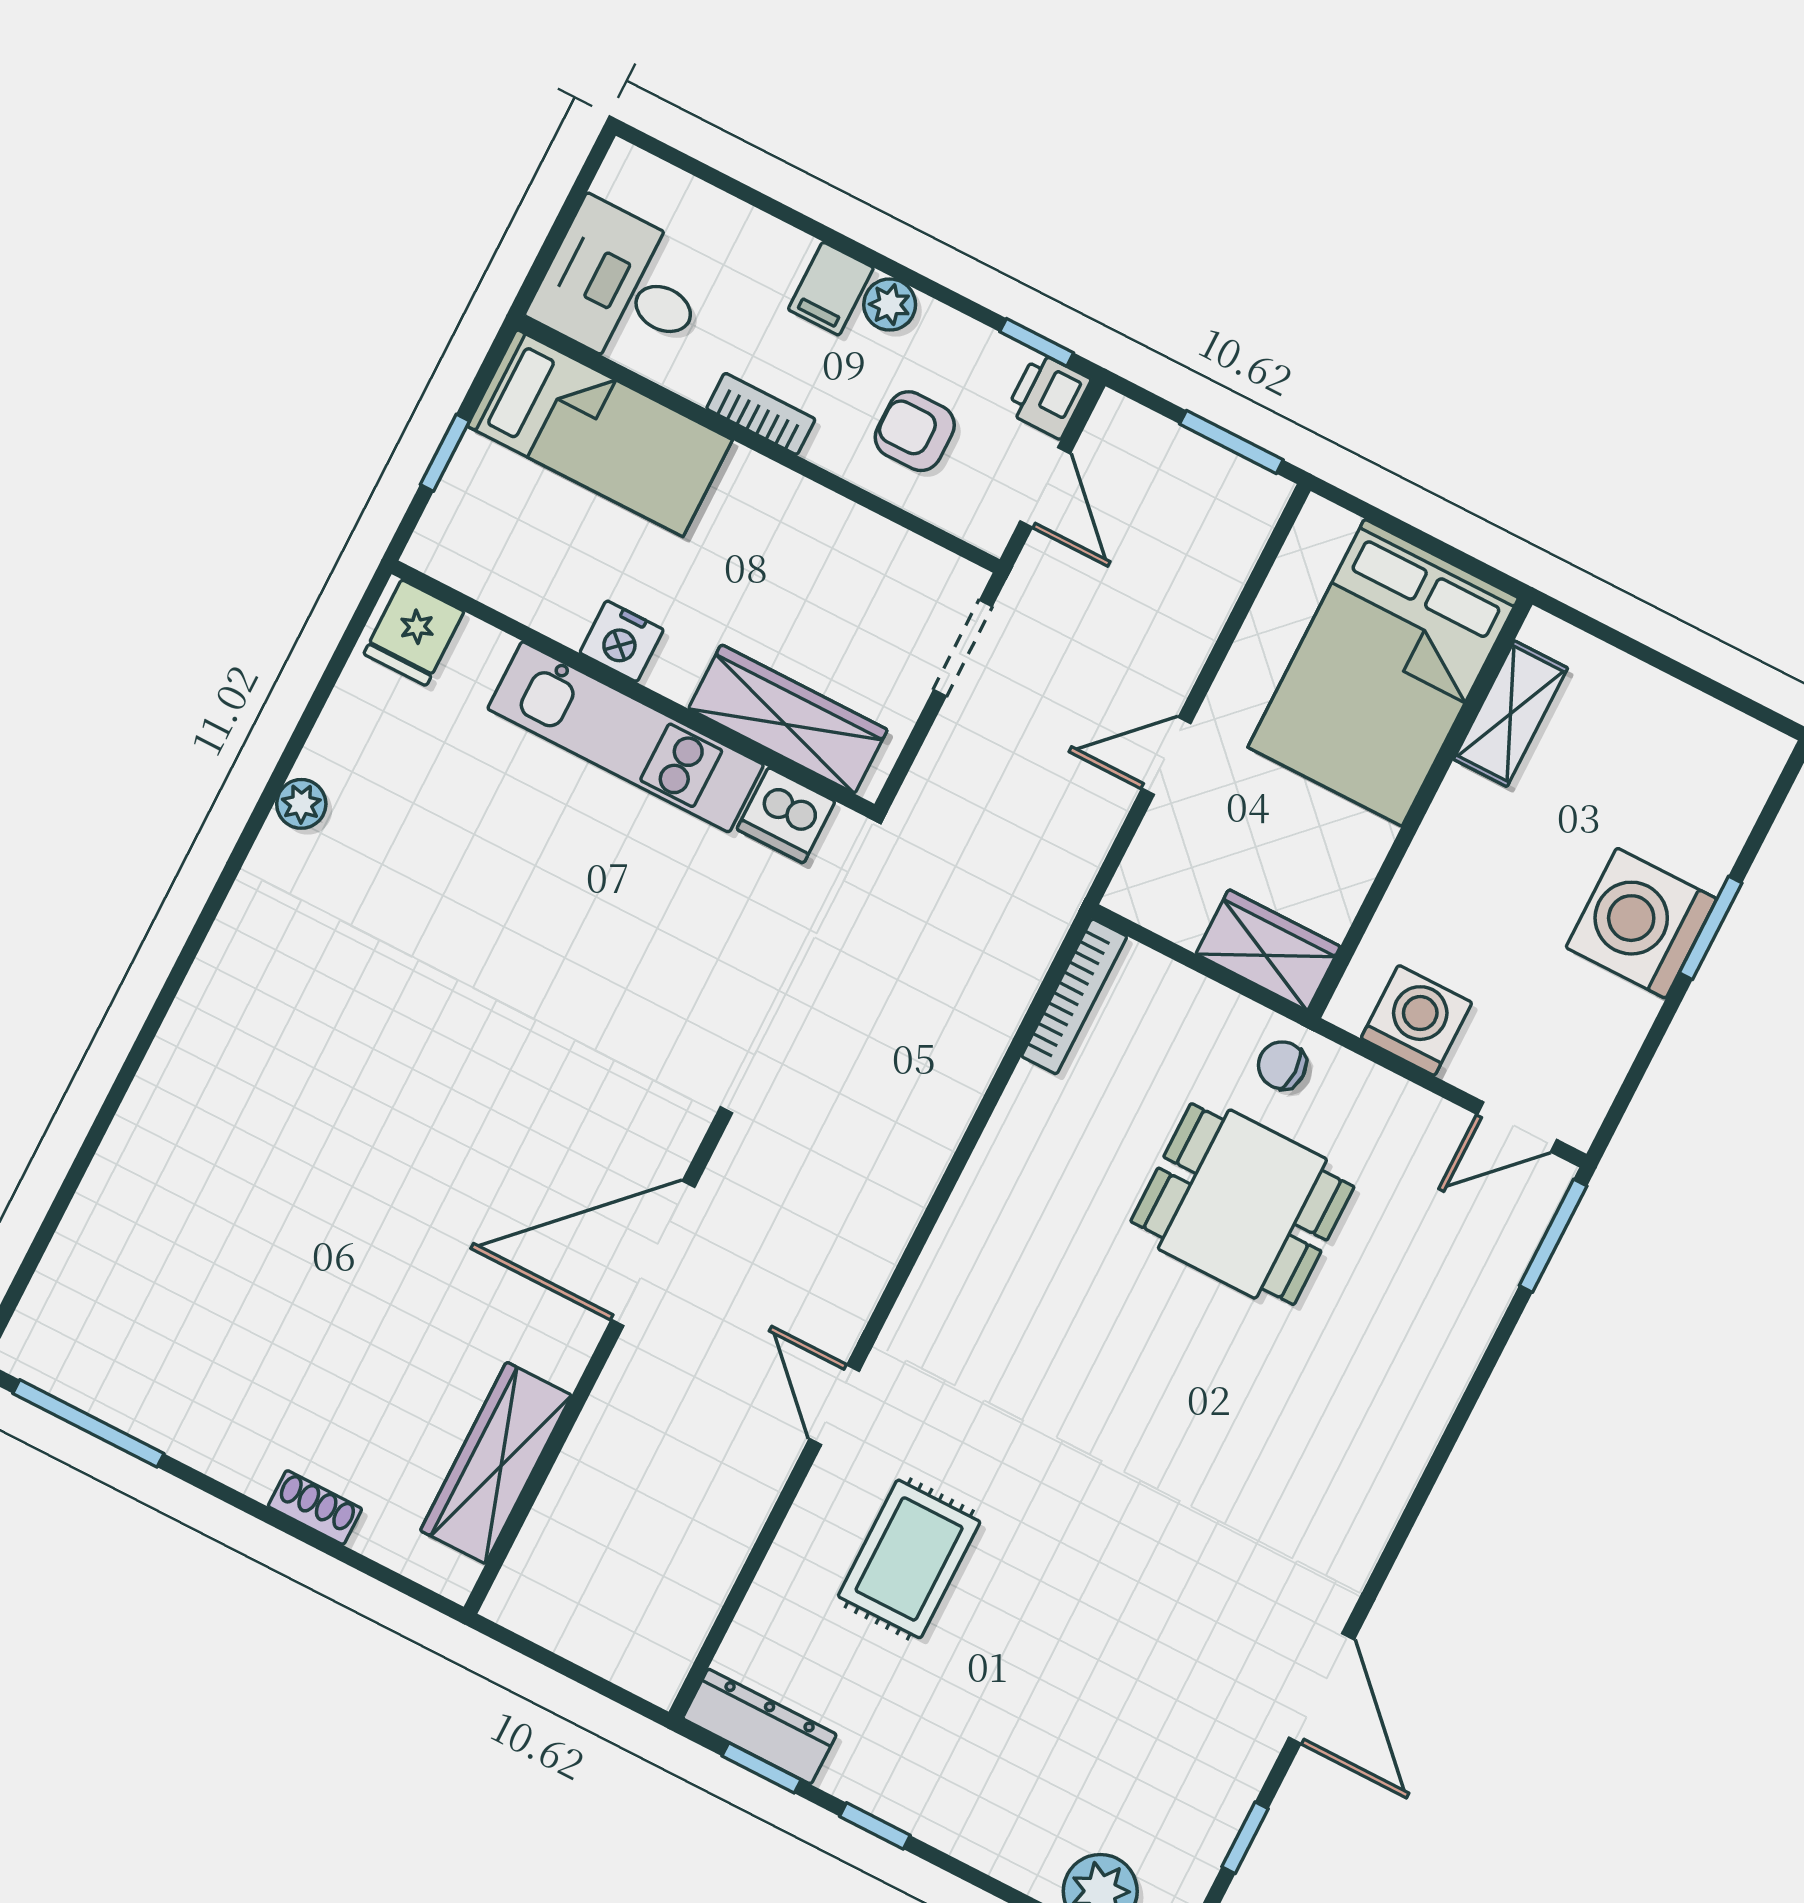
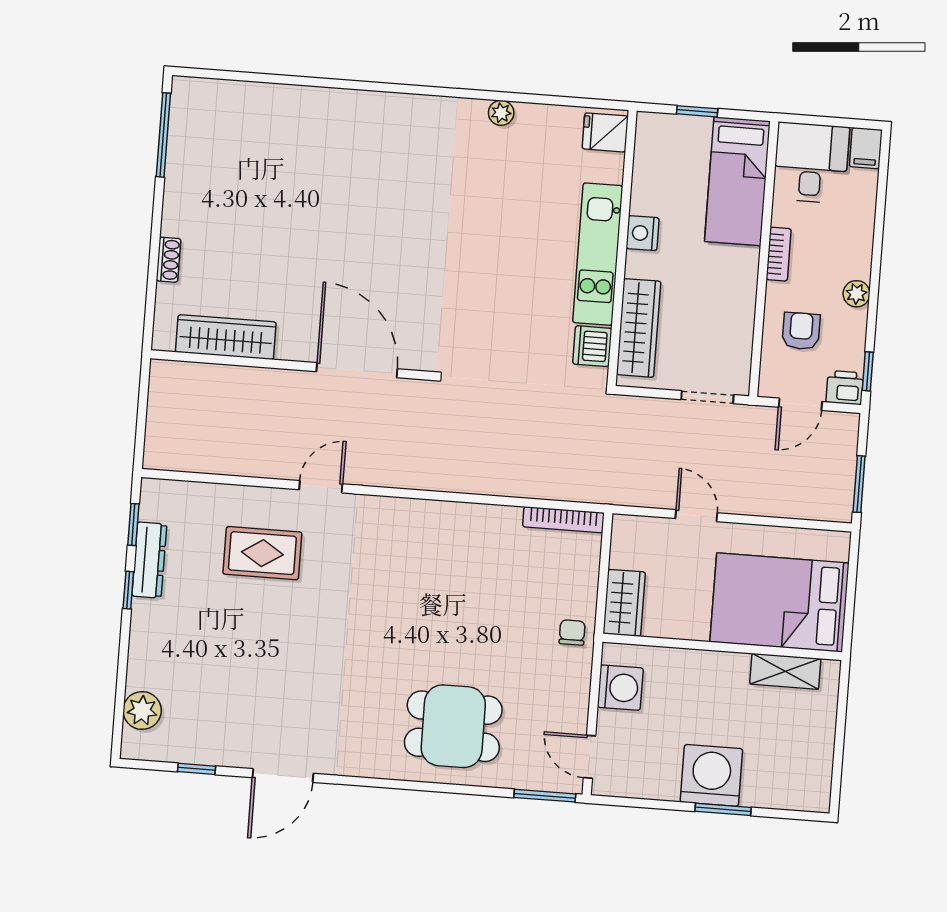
filing cabinet: (831, 289) -> (866, 148), moved, turned -90
dining table: (1242, 1204) -> (453, 726), moved, turned 90
dresser: (760, 1726) -> (149, 560), moved

